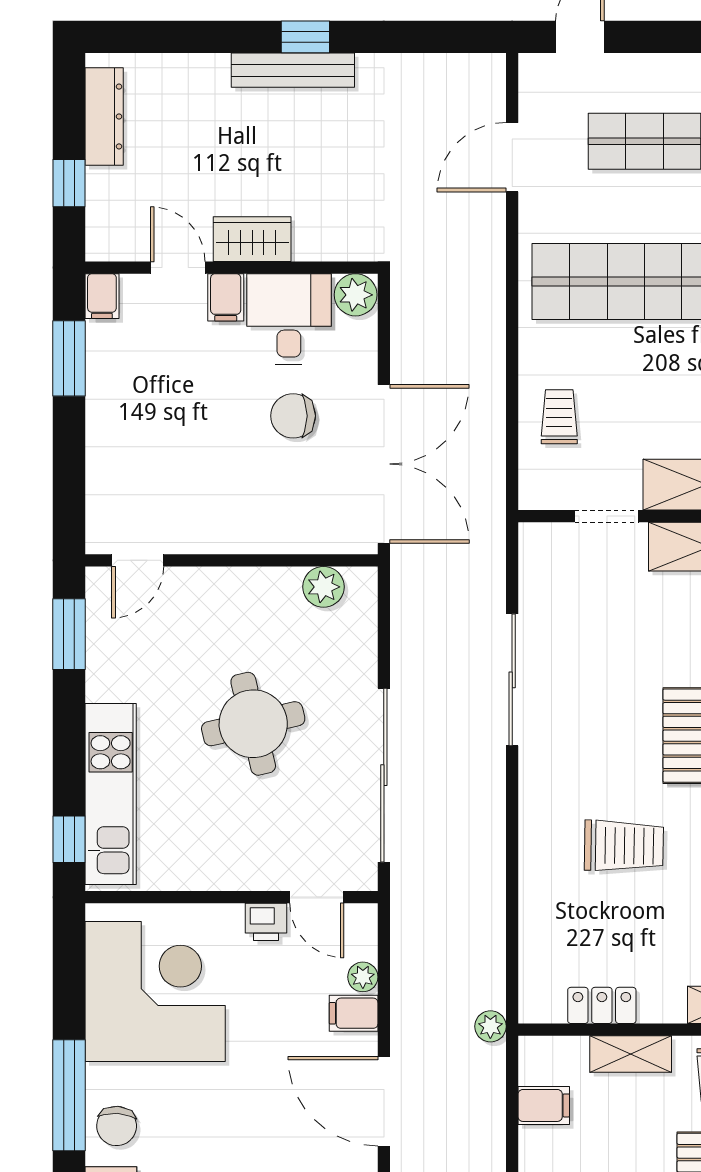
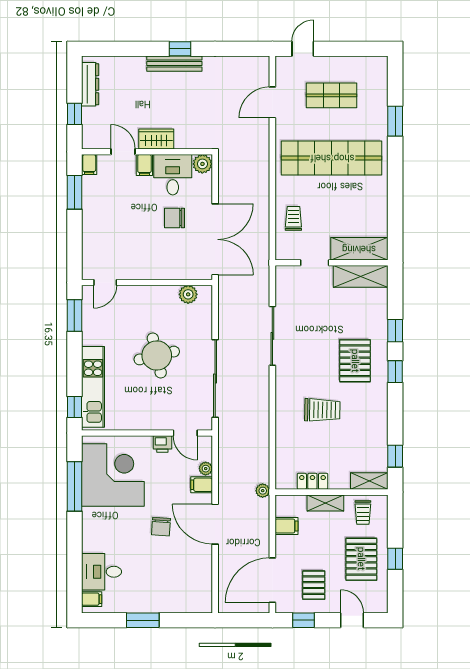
window: (69, 1095) -> (74, 486), moved
chair: (117, 1126) -> (161, 527), moved

